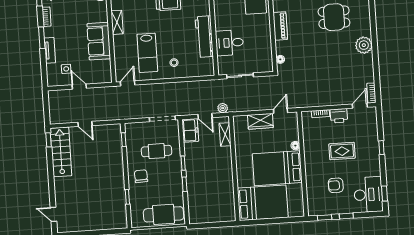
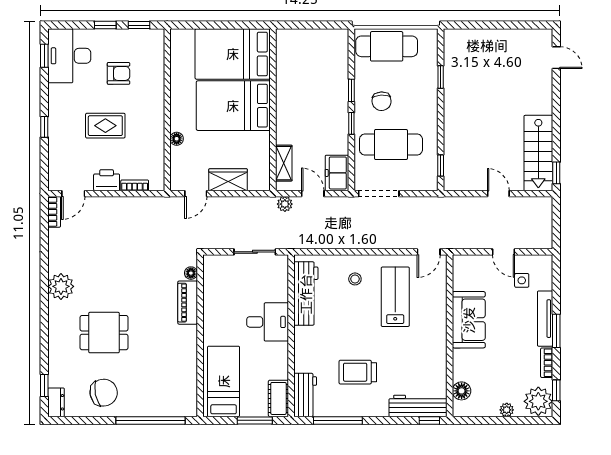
shelving: (117, 22) -> (439, 347), removed
piano: (280, 26) -> (188, 303), moved
workbench: (204, 37) -> (306, 294), moved
desk: (229, 43) -> (268, 322), moved
tv unit: (50, 50) -> (545, 319), width x1.41
cafe table: (157, 151) -> (391, 145), width x1.37, depth x1.35
bed: (277, 168) -> (233, 106), moved, turned 180
chair: (141, 176) -> (382, 101), moved

